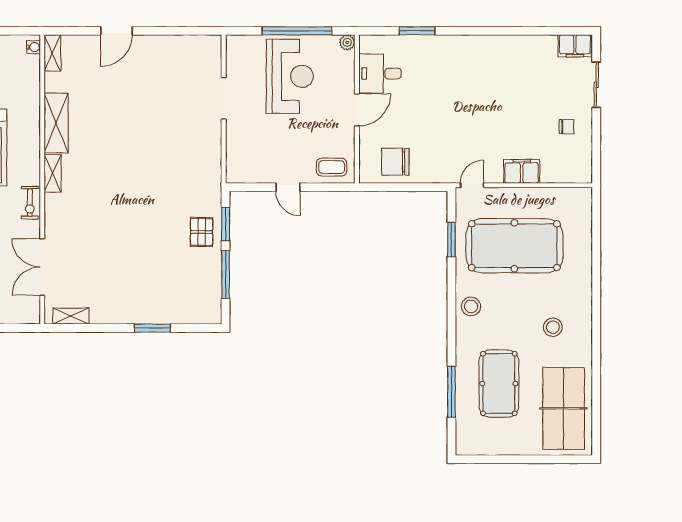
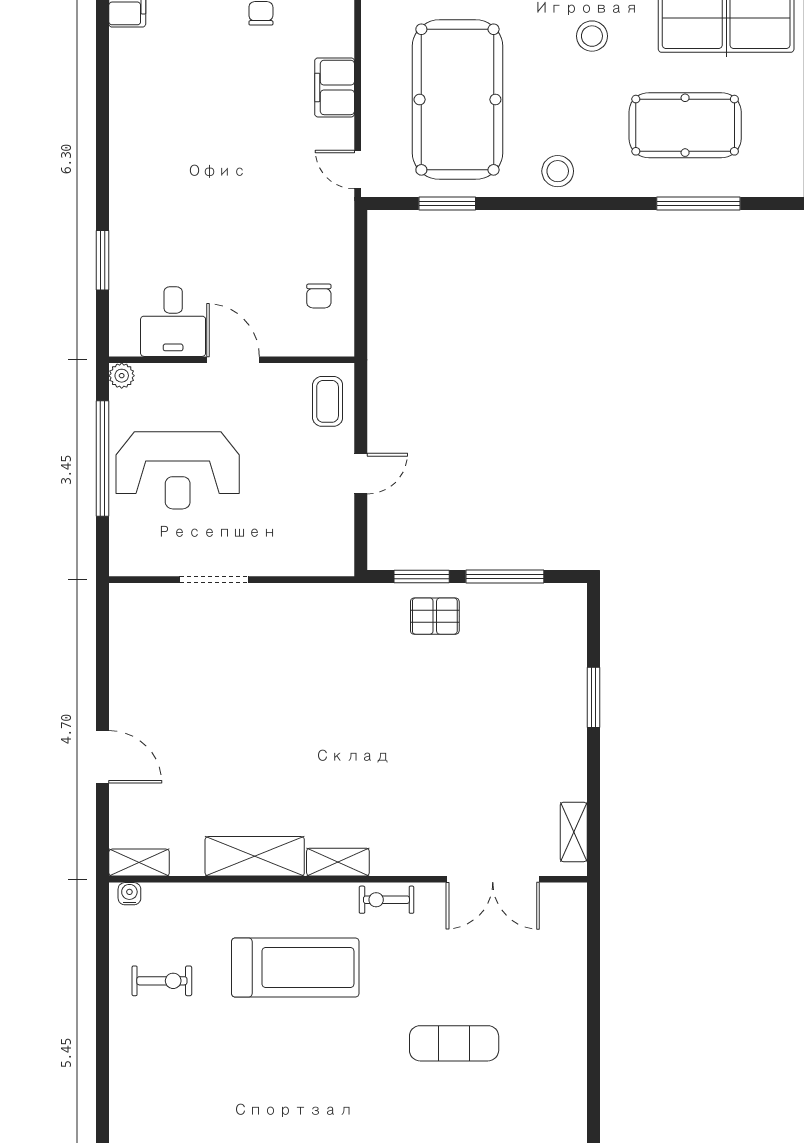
reception desk: (290, 76) -> (178, 470), turned 180
chair: (395, 162) -> (319, 296), width x0.54, depth x0.54
exercise bike: (30, 203) -> (386, 900), turned 180

